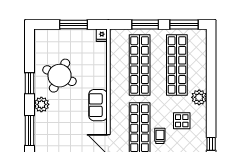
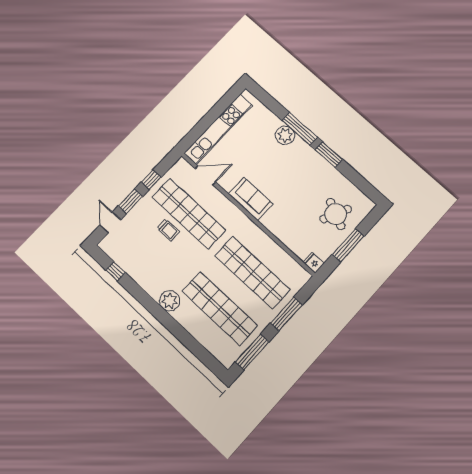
round table: (60, 76) -> (336, 214), moved, width x0.73, depth x0.73
plant: (41, 104) -> (285, 135), moved
display table: (182, 121) -> (163, 264), removed
window: (30, 130) -> (300, 129), moved

